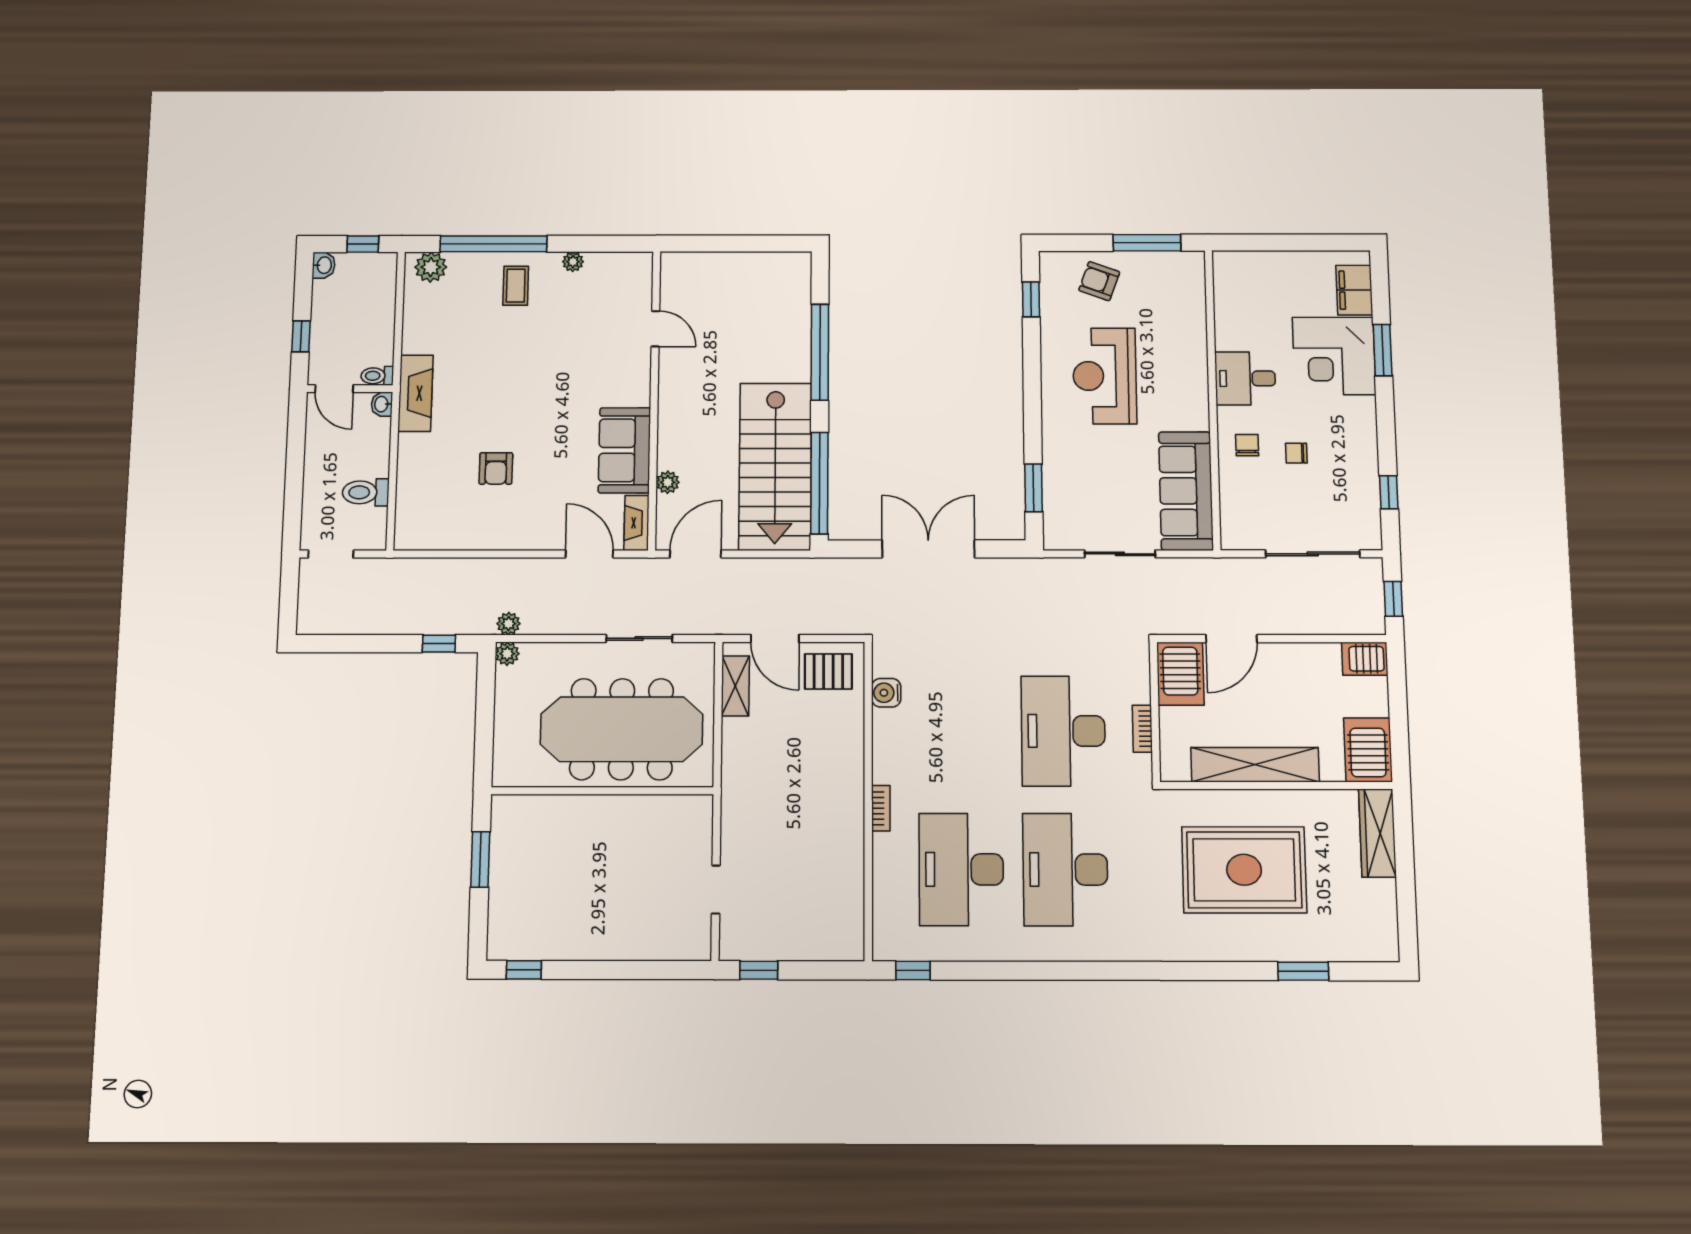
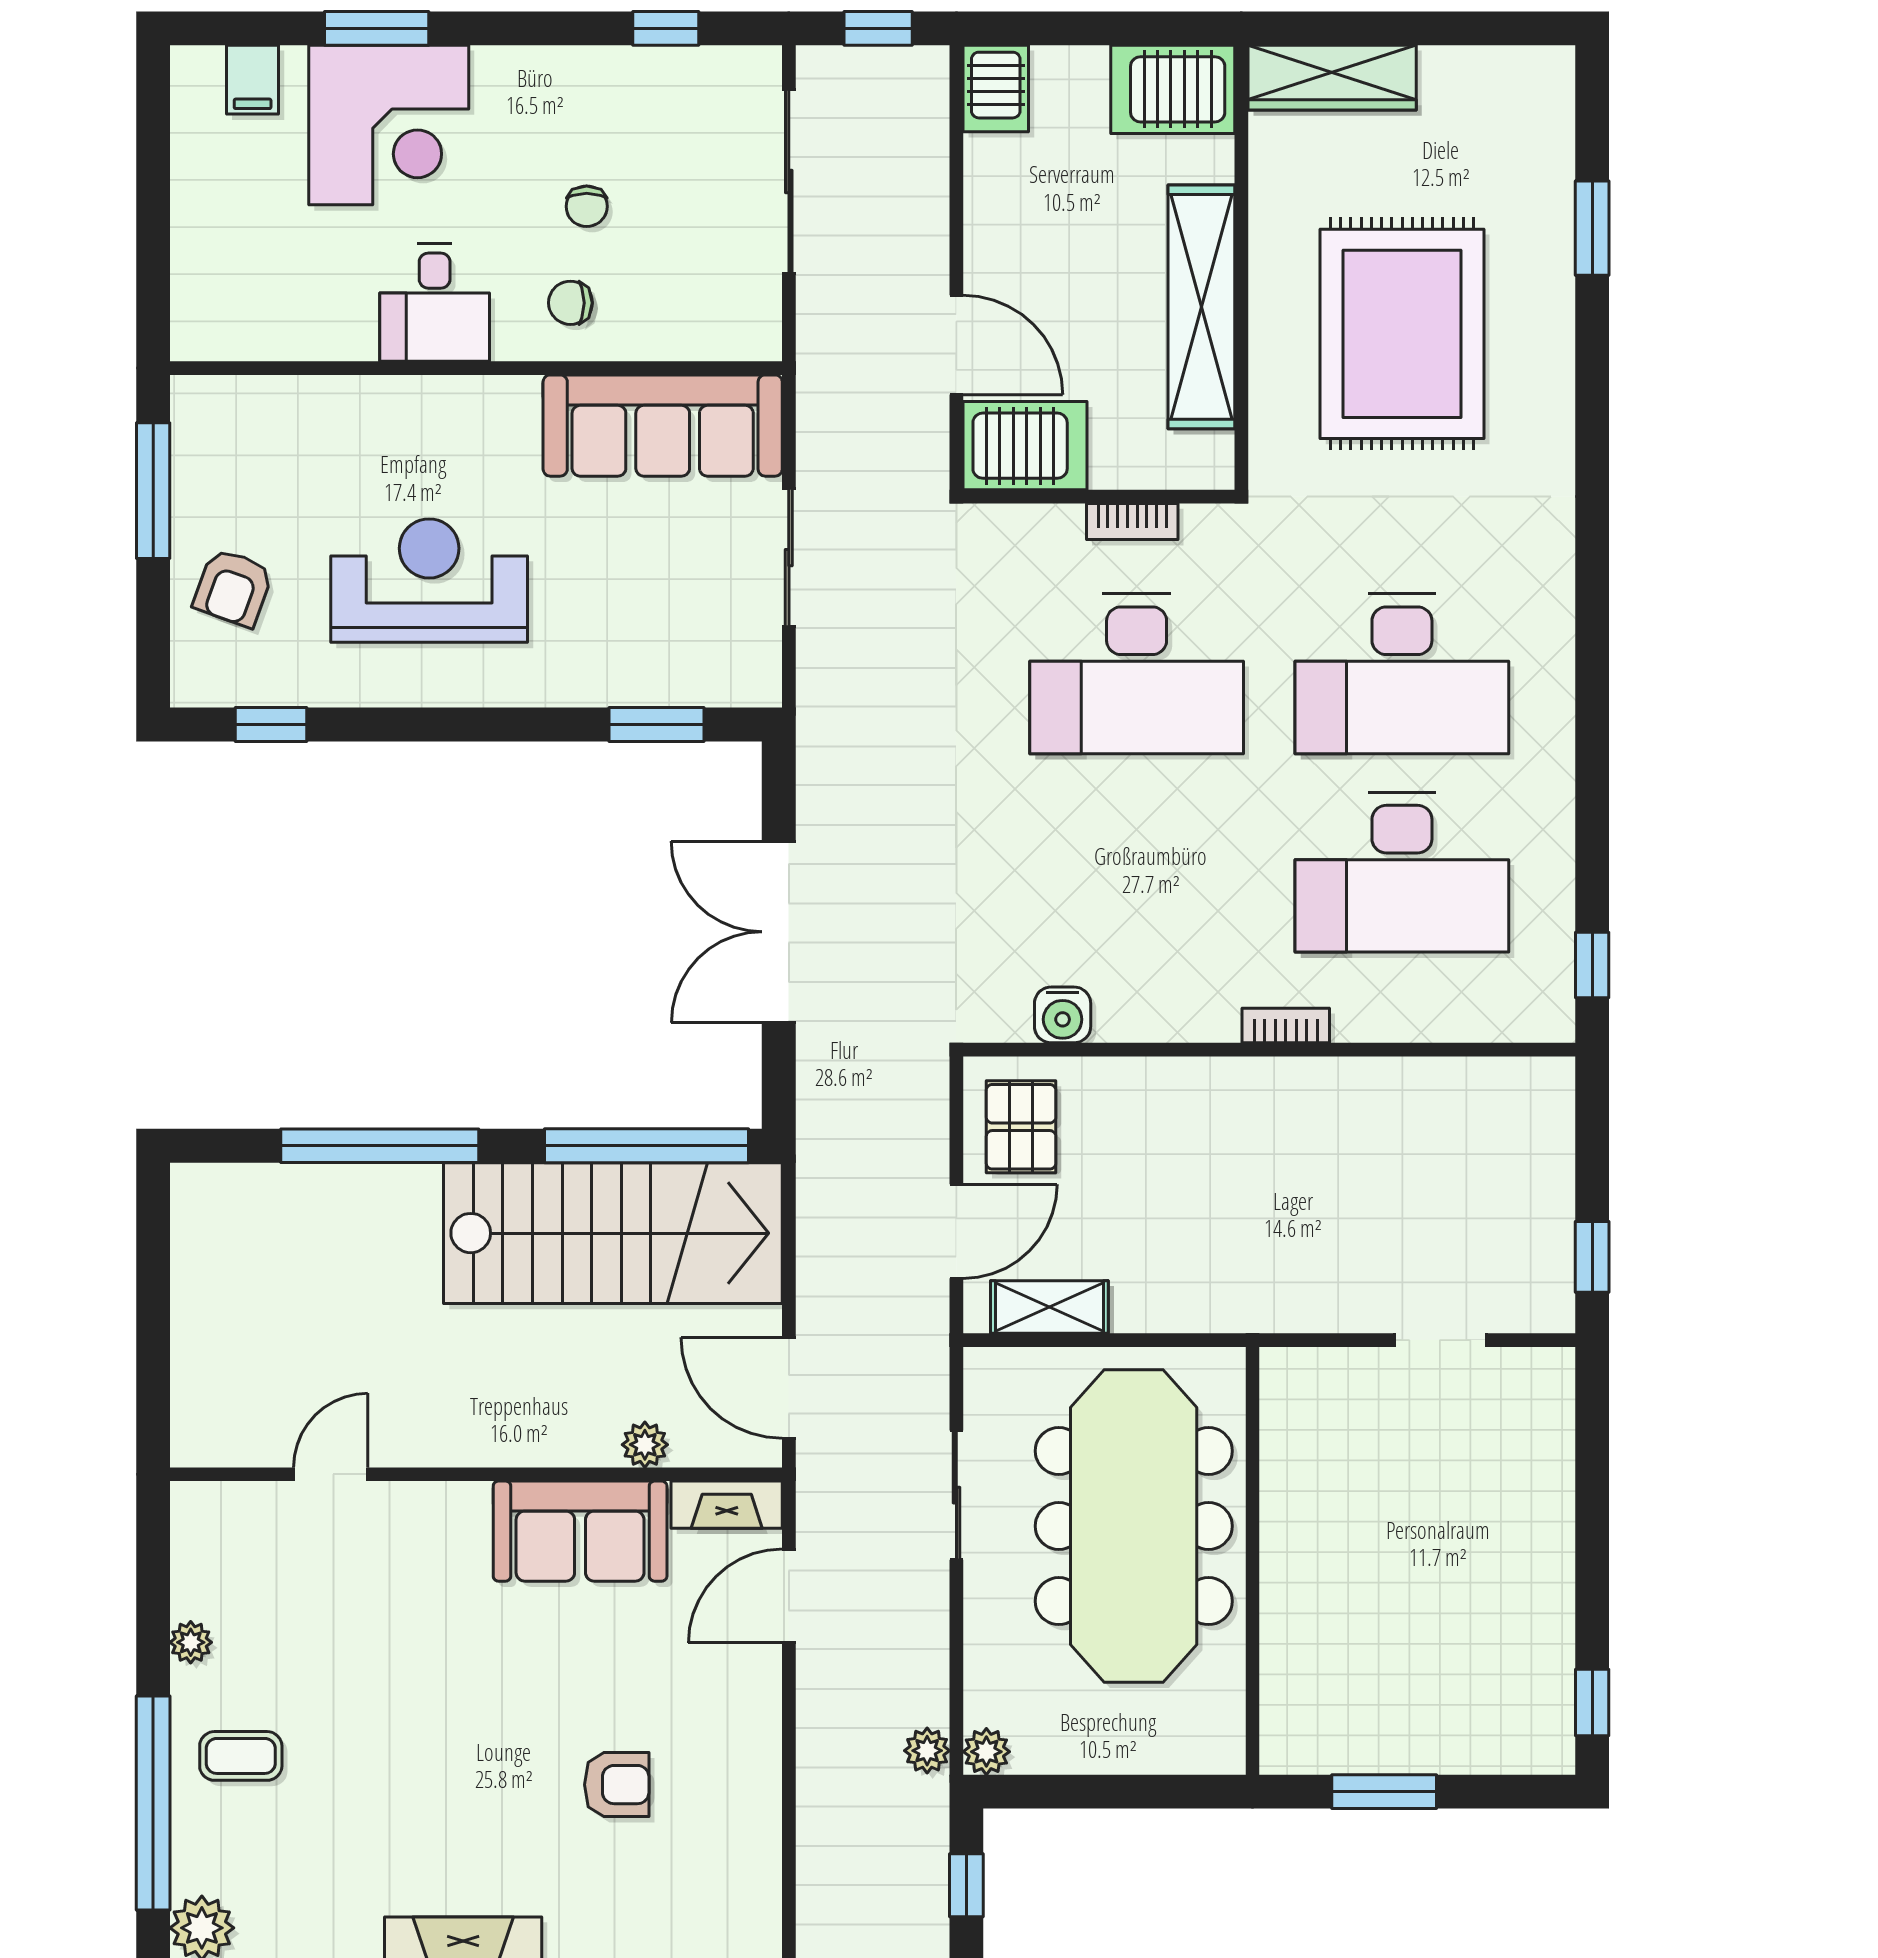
filing cabinet: (1354, 290) -> (253, 80), width x0.50
reception desk: (1105, 376) -> (429, 581), turned 180

